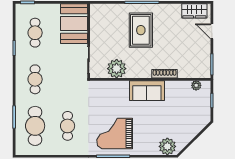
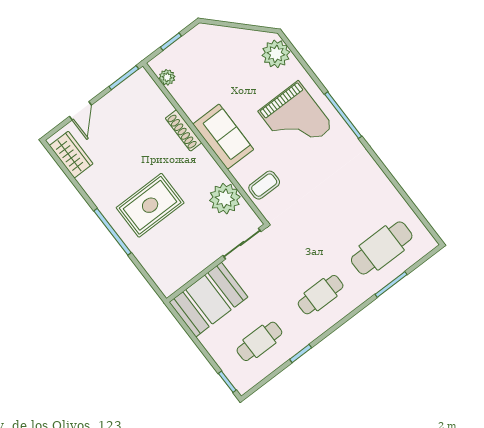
coffee table: (109, 92) -> (264, 185), added
cafe table: (68, 126) -> (349, 205), removed
grand piano: (115, 134) -> (296, 119), moved

